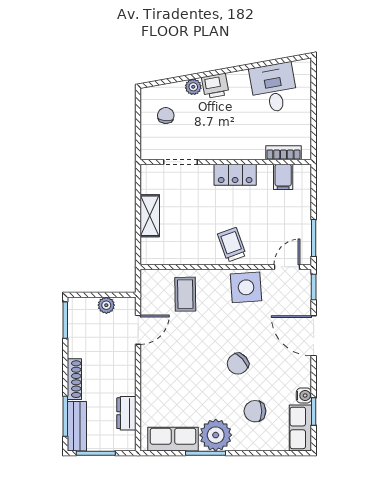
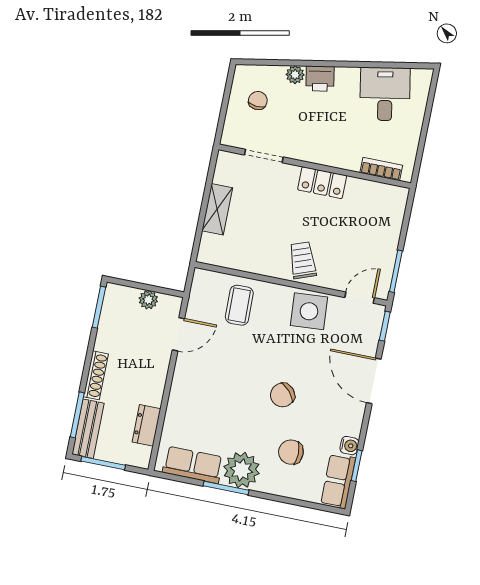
filing cabinet: (283, 177) -> (376, 196), removed

